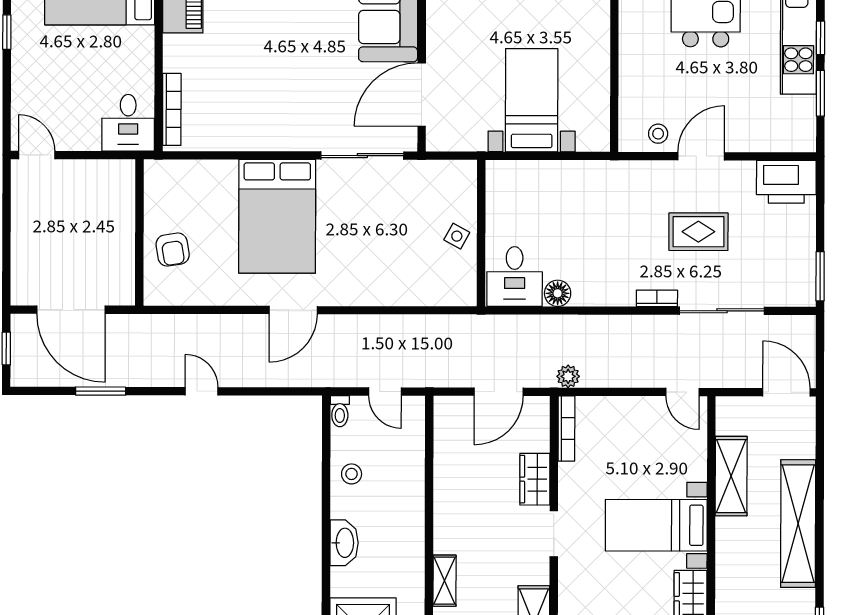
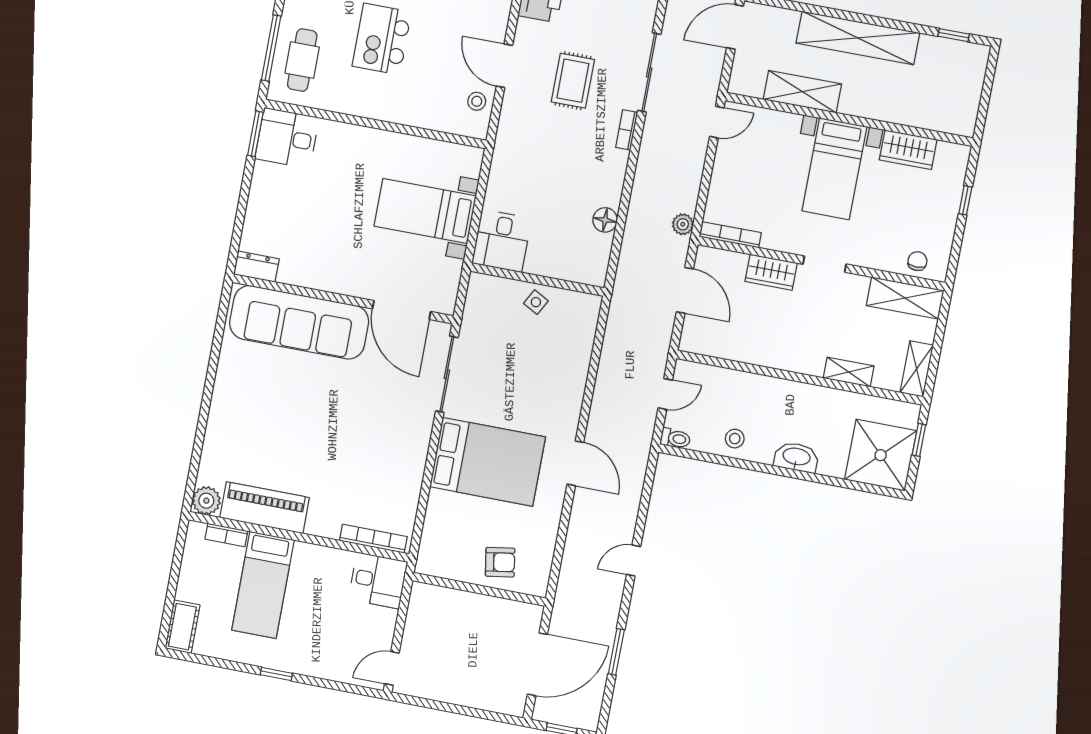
desk: (515, 276) -> (502, 241), moved, turned 90

